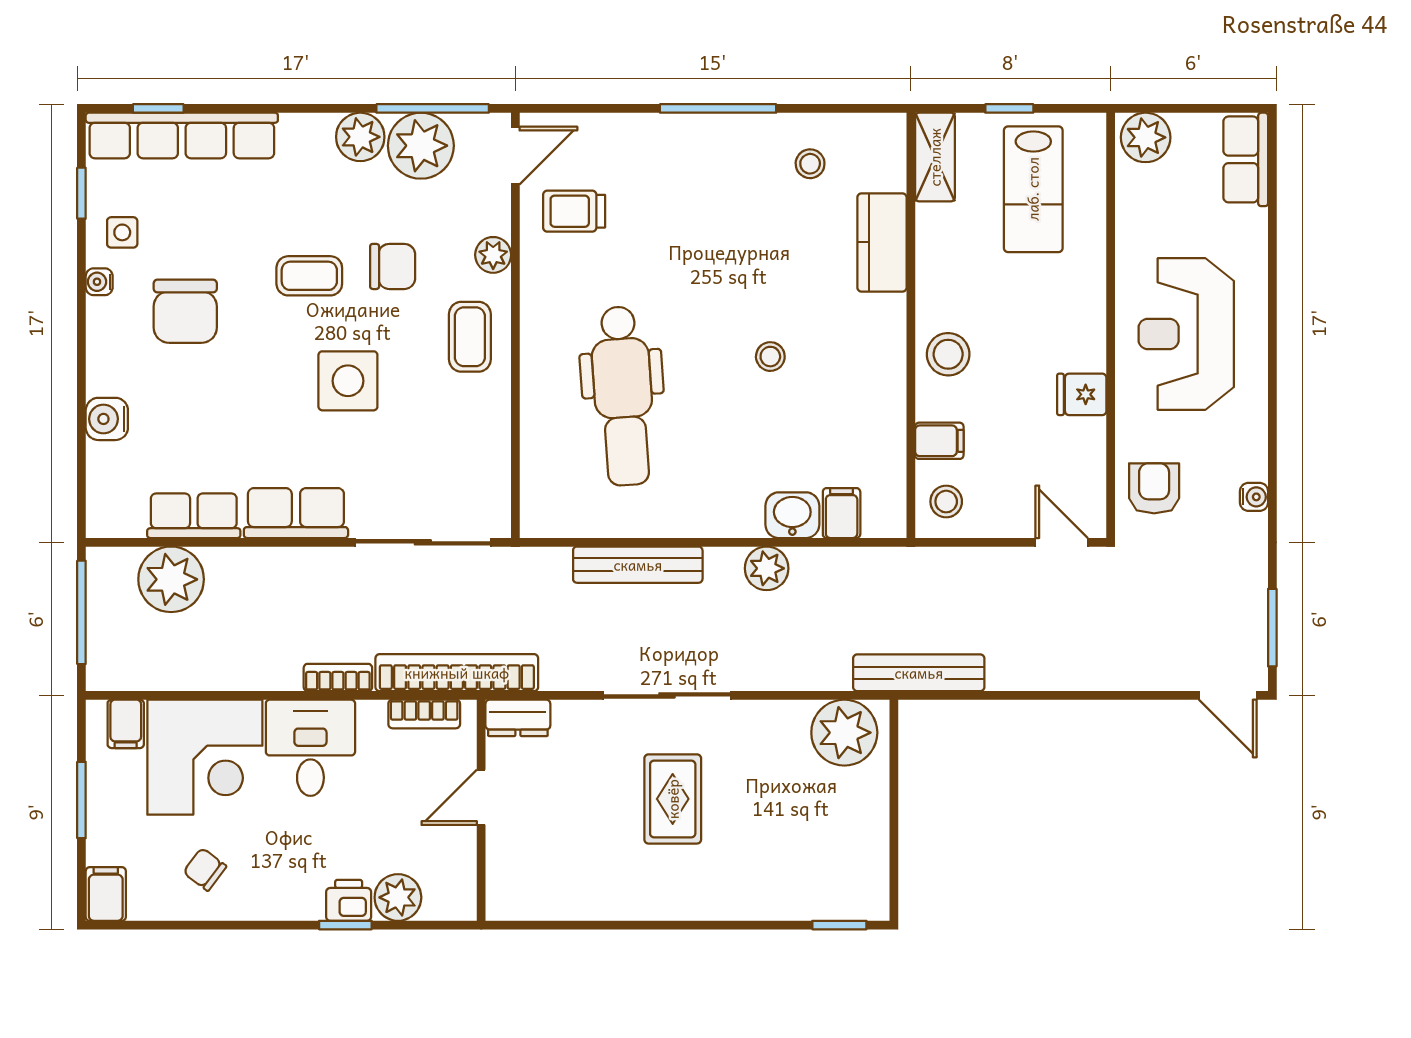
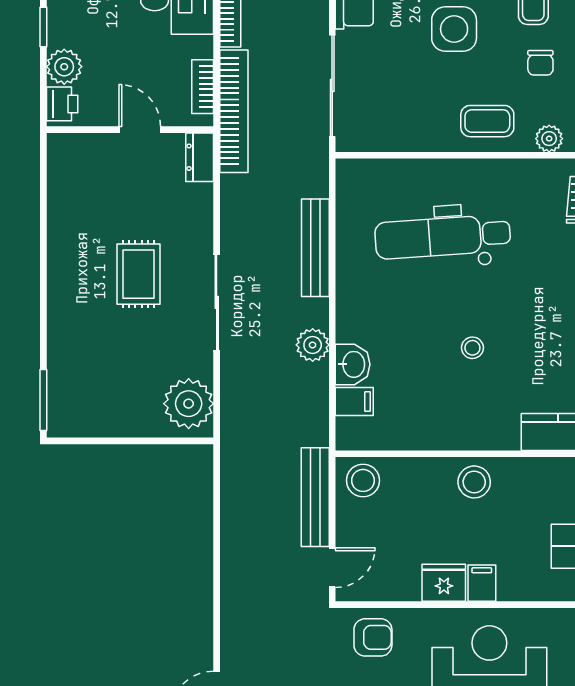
chair: (393, 266) -> (540, 63), width x0.73, depth x0.73
fridge: (1082, 394) -> (444, 583), width x1.38
filing cabinet: (939, 441) -> (482, 583), moved, turned 180
stool: (946, 502) -> (363, 480), width x1.37, depth x1.37
bench: (919, 673) -> (315, 497), moved
sliding door: (667, 695) -> (217, 302), moved
rug: (673, 799) -> (139, 274), turned 90
printer: (349, 900) -> (62, 104), moved
window: (839, 925) -> (43, 400), width x1.50

